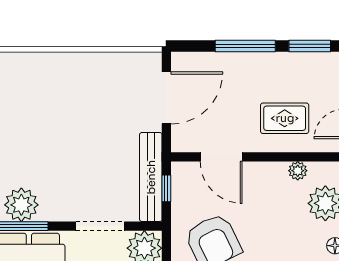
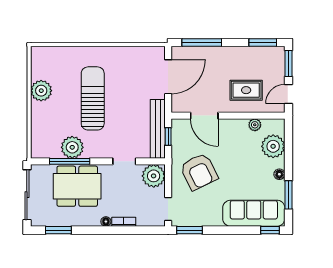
window: (245, 46) -> (202, 42), moved
sun lounger: (52, 131) -> (93, 98), added
doorway: (100, 226) -> (124, 161), width x0.73

